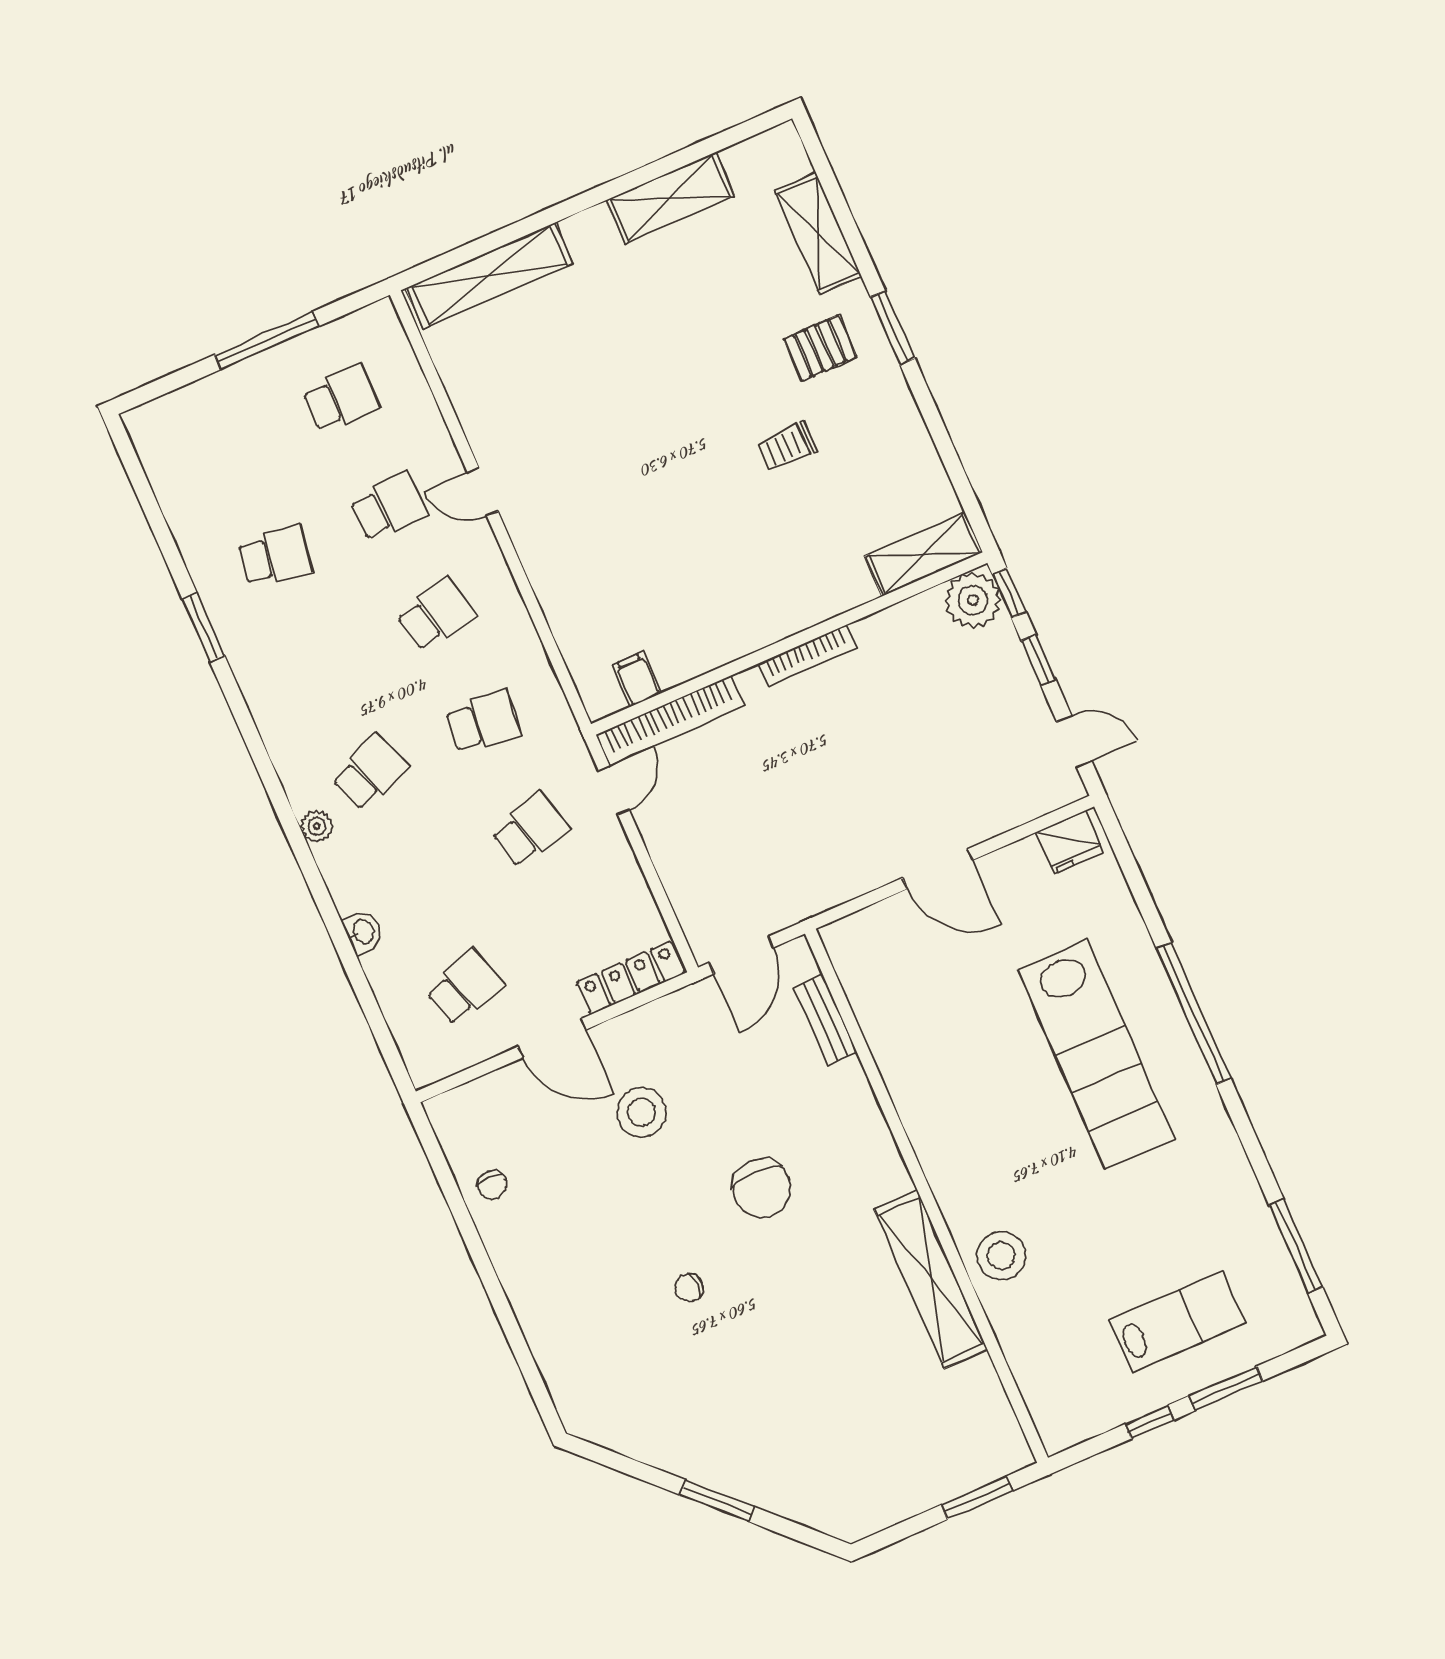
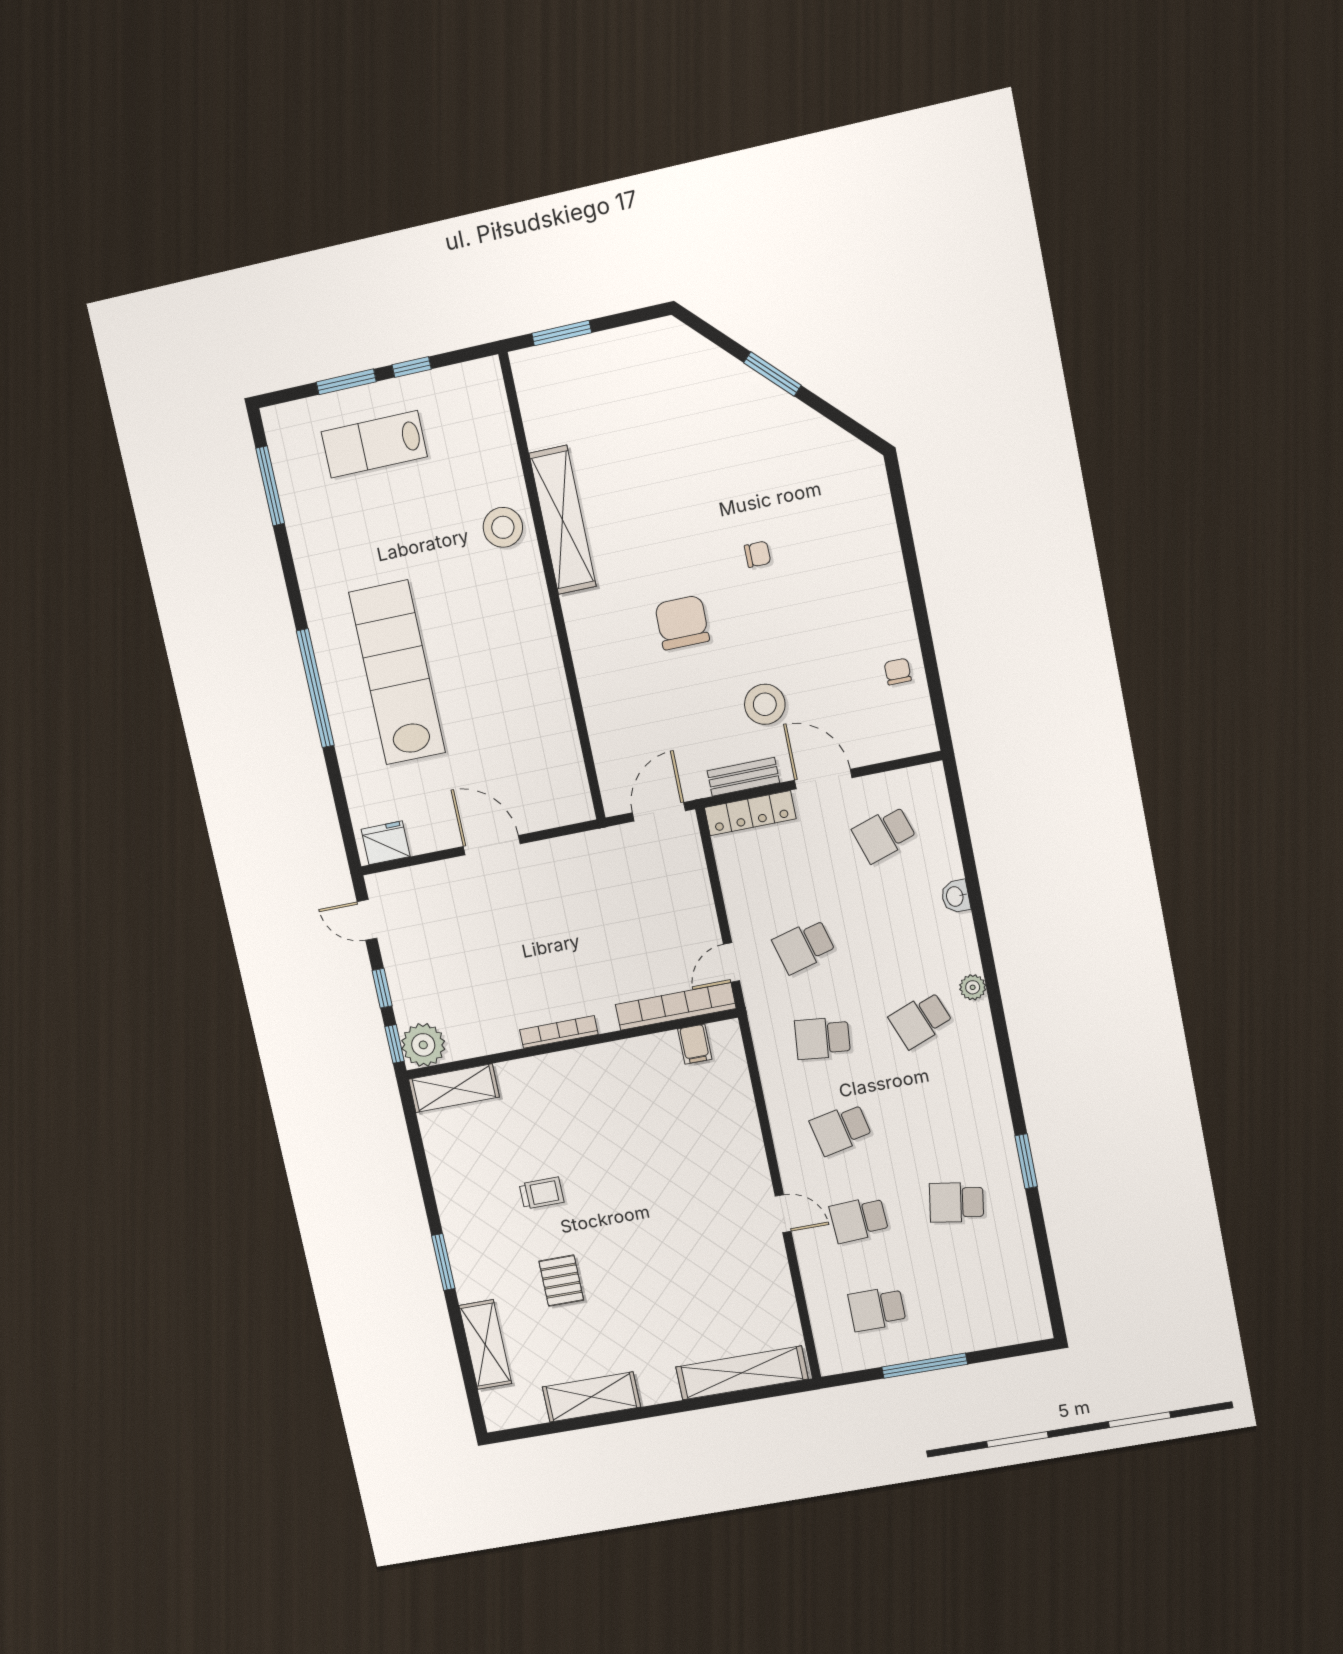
pallet: (820, 348) -> (561, 1281), moved, turned 90
bench: (825, 1020) -> (743, 777), moved, turned 90

